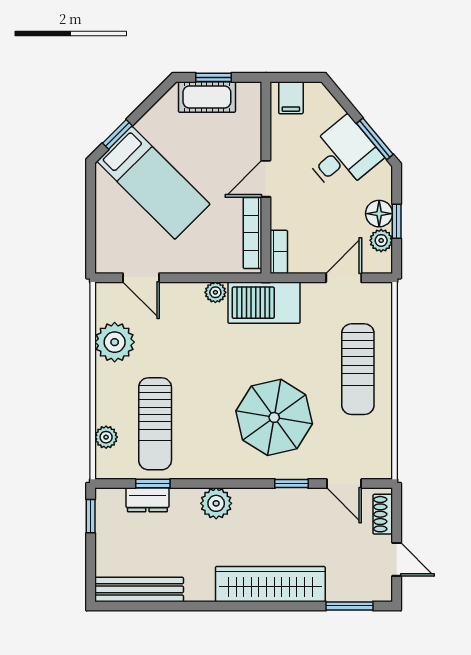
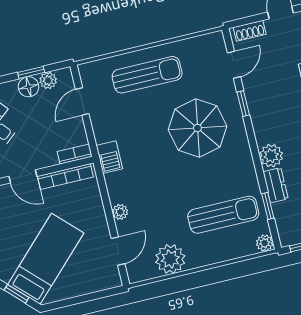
door: (344, 278) -> (82, 102), hinge flipped
plant: (215, 292) -> (120, 212), moved
barbecue: (264, 303) -> (109, 157), width x0.53, depth x0.65
plant: (106, 437) -> (265, 243), moved
dresser: (147, 500) -> (276, 185), moved

